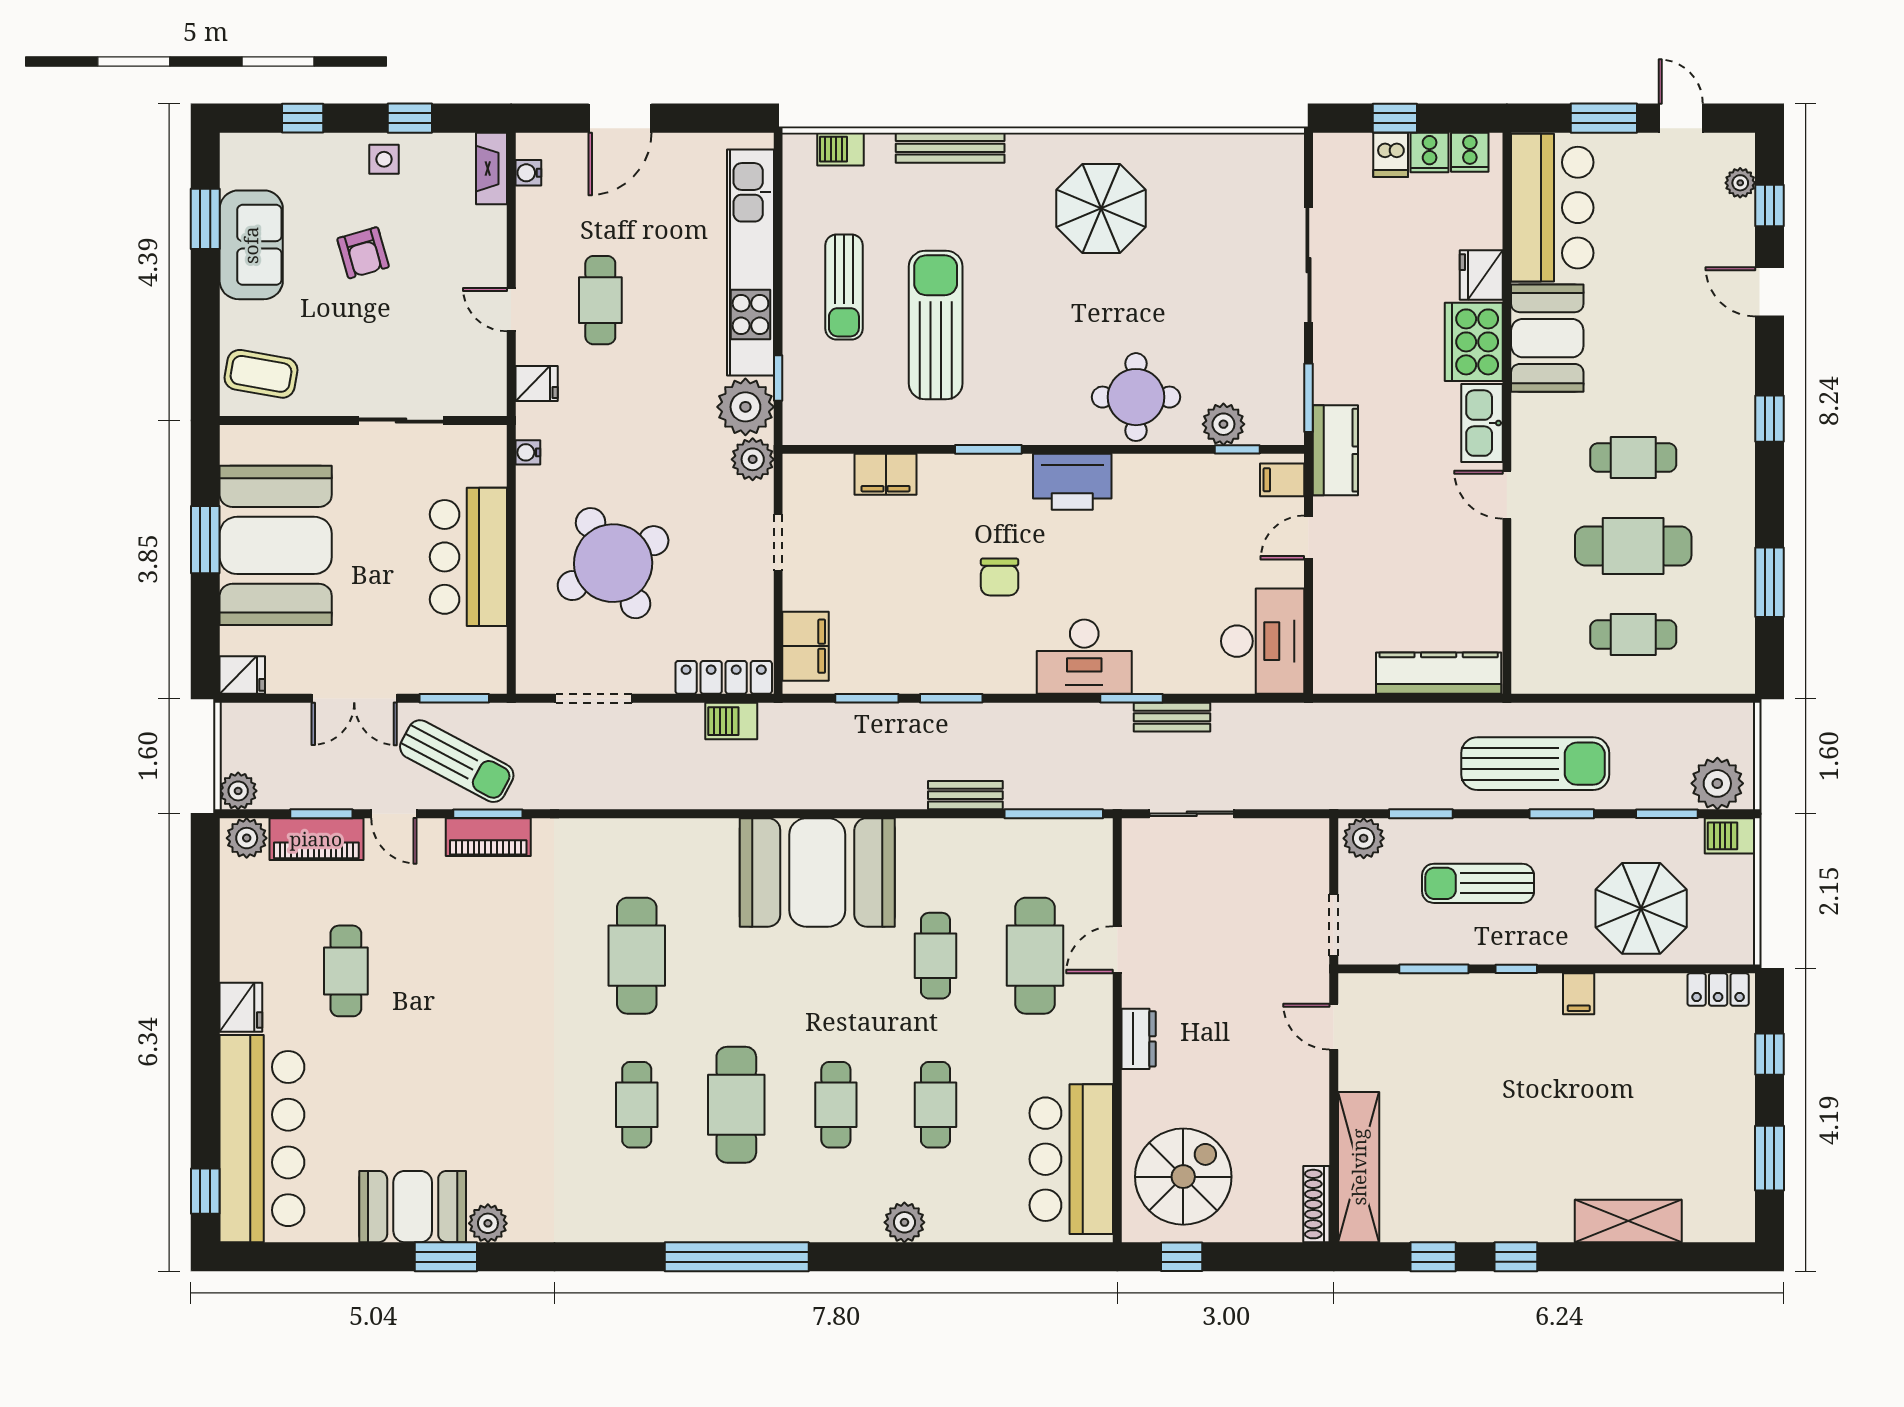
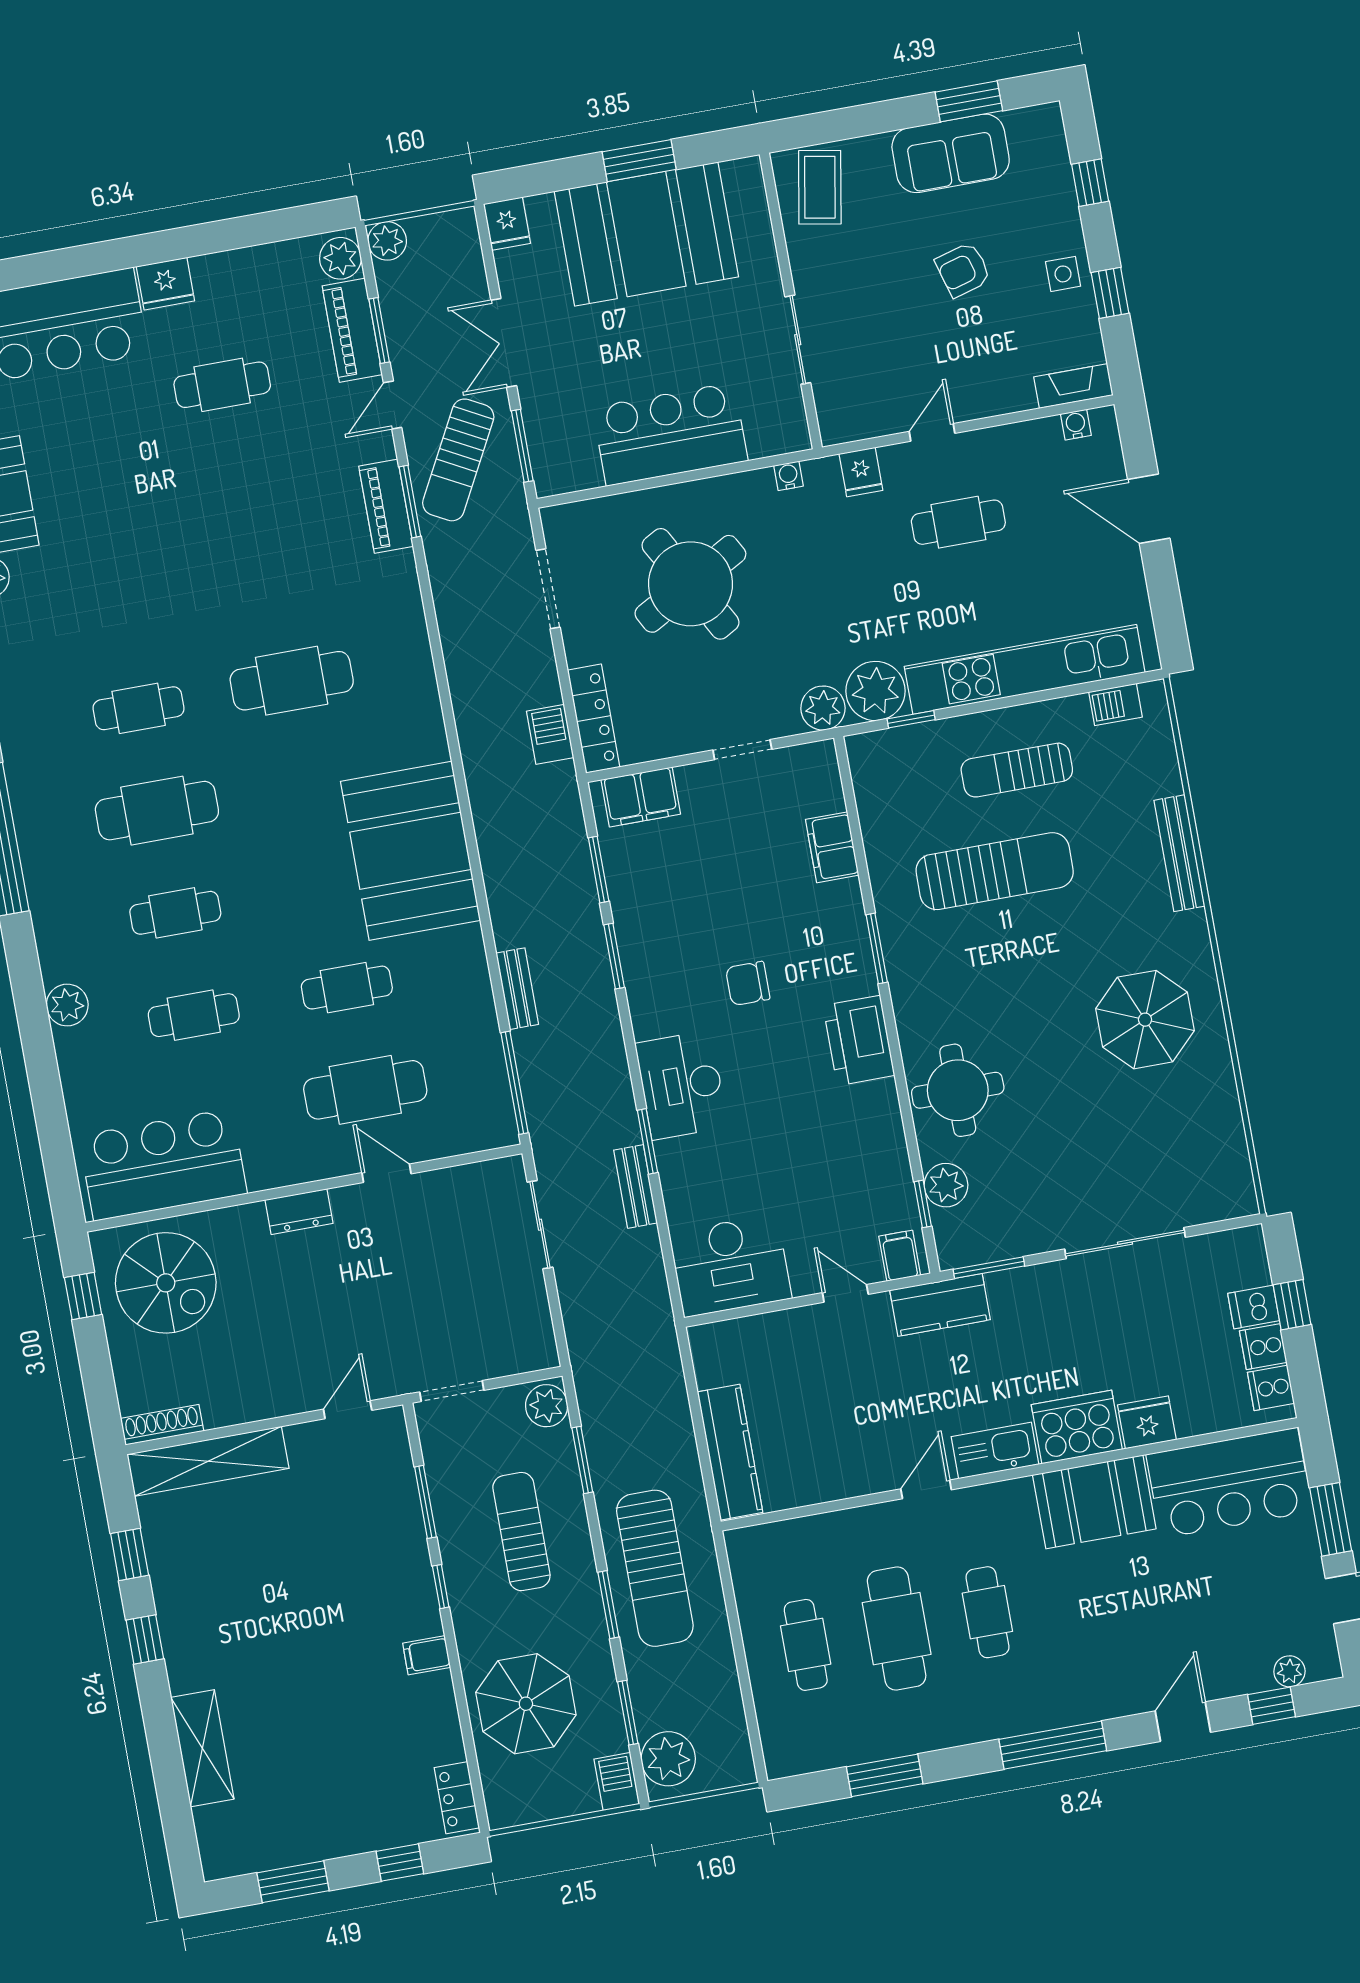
barbecue: (840, 149) -> (1115, 705), moved, turned -90
window: (1770, 419) -> (1053, 1745), width x2.17

